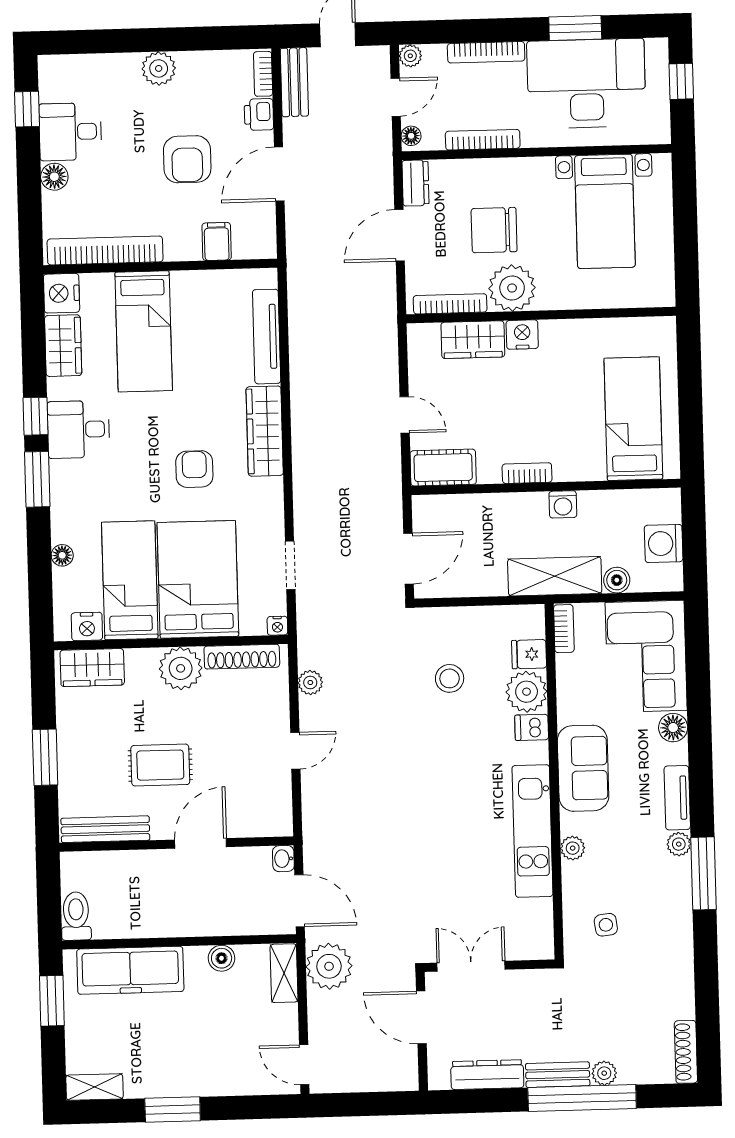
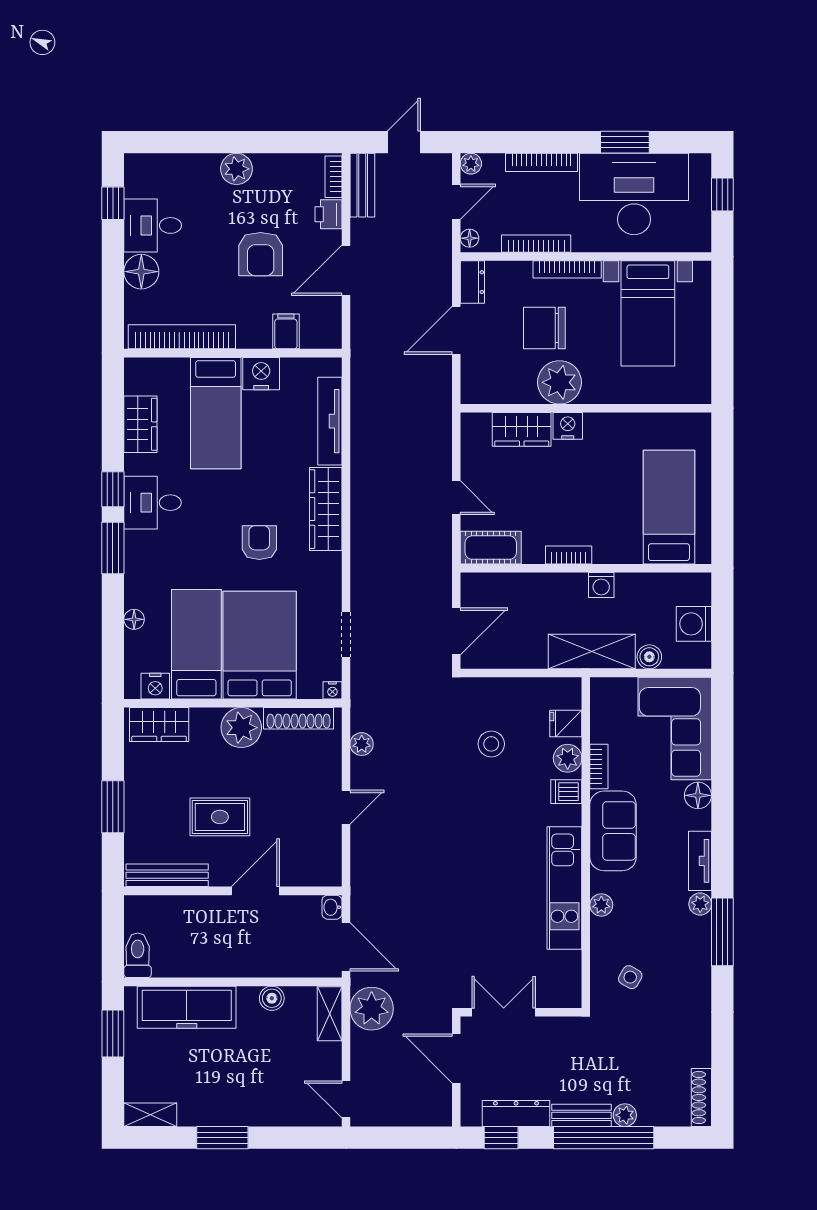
floor lamp: (54, 177) -> (141, 272), width x1.38, depth x1.38
nightstand: (62, 293) -> (261, 374), moved, turned 90
bookcase: (450, 304) -> (567, 269), moved, turned 180
bookcase: (564, 629) -> (599, 766), moved
plant: (527, 692) -> (568, 758), width x0.73, depth x0.73
side table: (606, 925) -> (630, 977), turned 36
window: (472, 1101) -> (501, 1138), added

